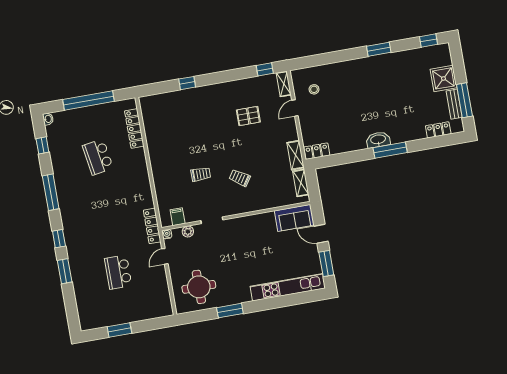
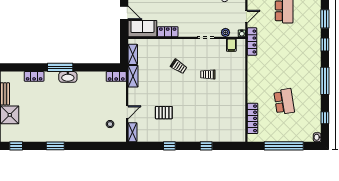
window: (265, 69) -> (169, 146), moved
locker: (438, 130) -> (34, 76), moved
locker: (261, 220) -> (168, 32), added

